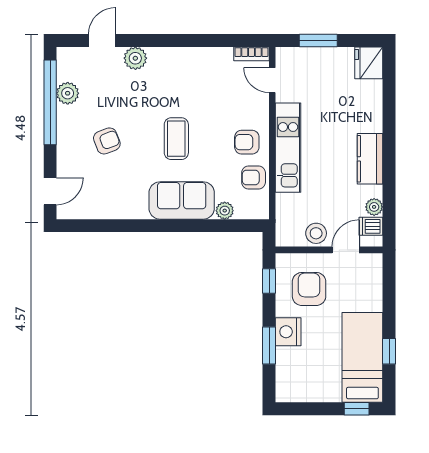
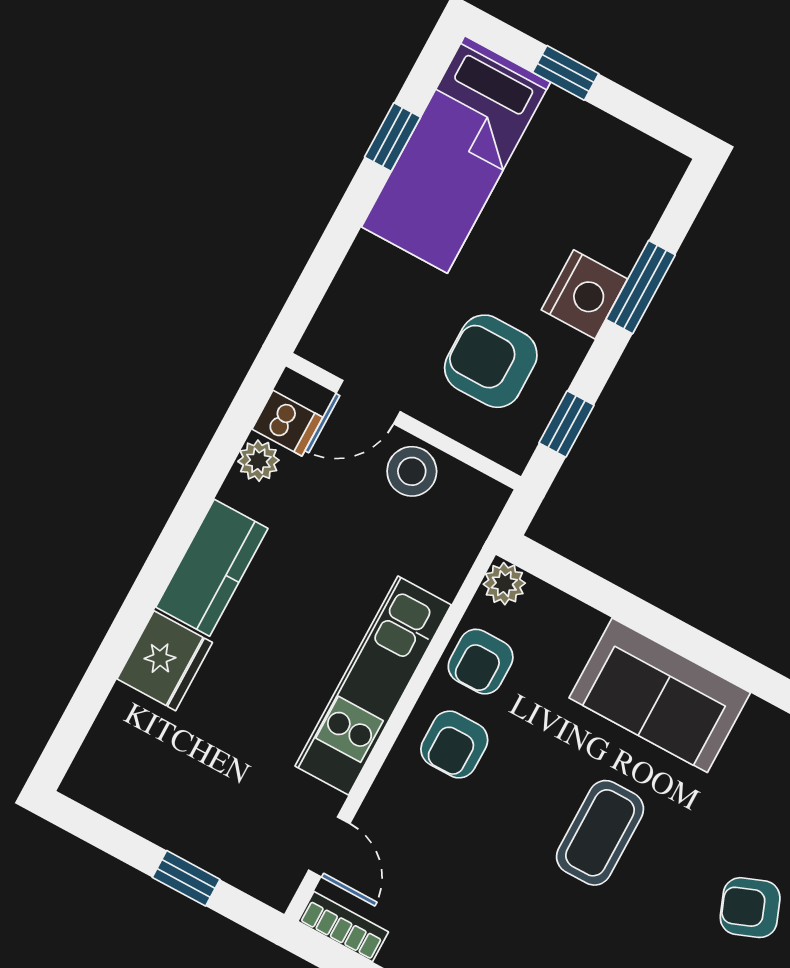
window: (318, 40) -> (186, 878), width x0.67
fridge: (369, 63) -> (165, 661), moved
armchair: (247, 142) -> (454, 744), turned 90
armchair: (254, 177) -> (481, 662), turned 90
plant: (225, 211) -> (504, 584), moved
armchair: (309, 289) -> (491, 361), turned 90
window: (357, 409) -> (566, 73), moved

